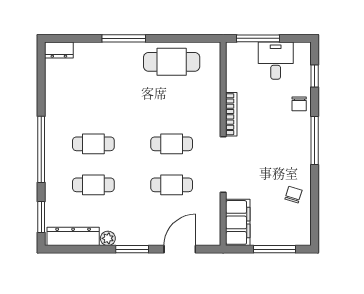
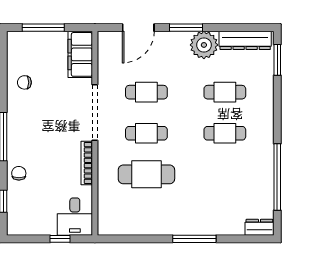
window: (258, 38) -> (60, 239), width x0.46
desk: (276, 61) -> (75, 217), moved
cafe table: (172, 62) -> (146, 174), moved
window: (41, 149) -> (277, 177), moved
chair: (293, 195) -> (24, 82), turned 73
plant: (108, 238) -> (204, 45), width x1.88, depth x1.88

